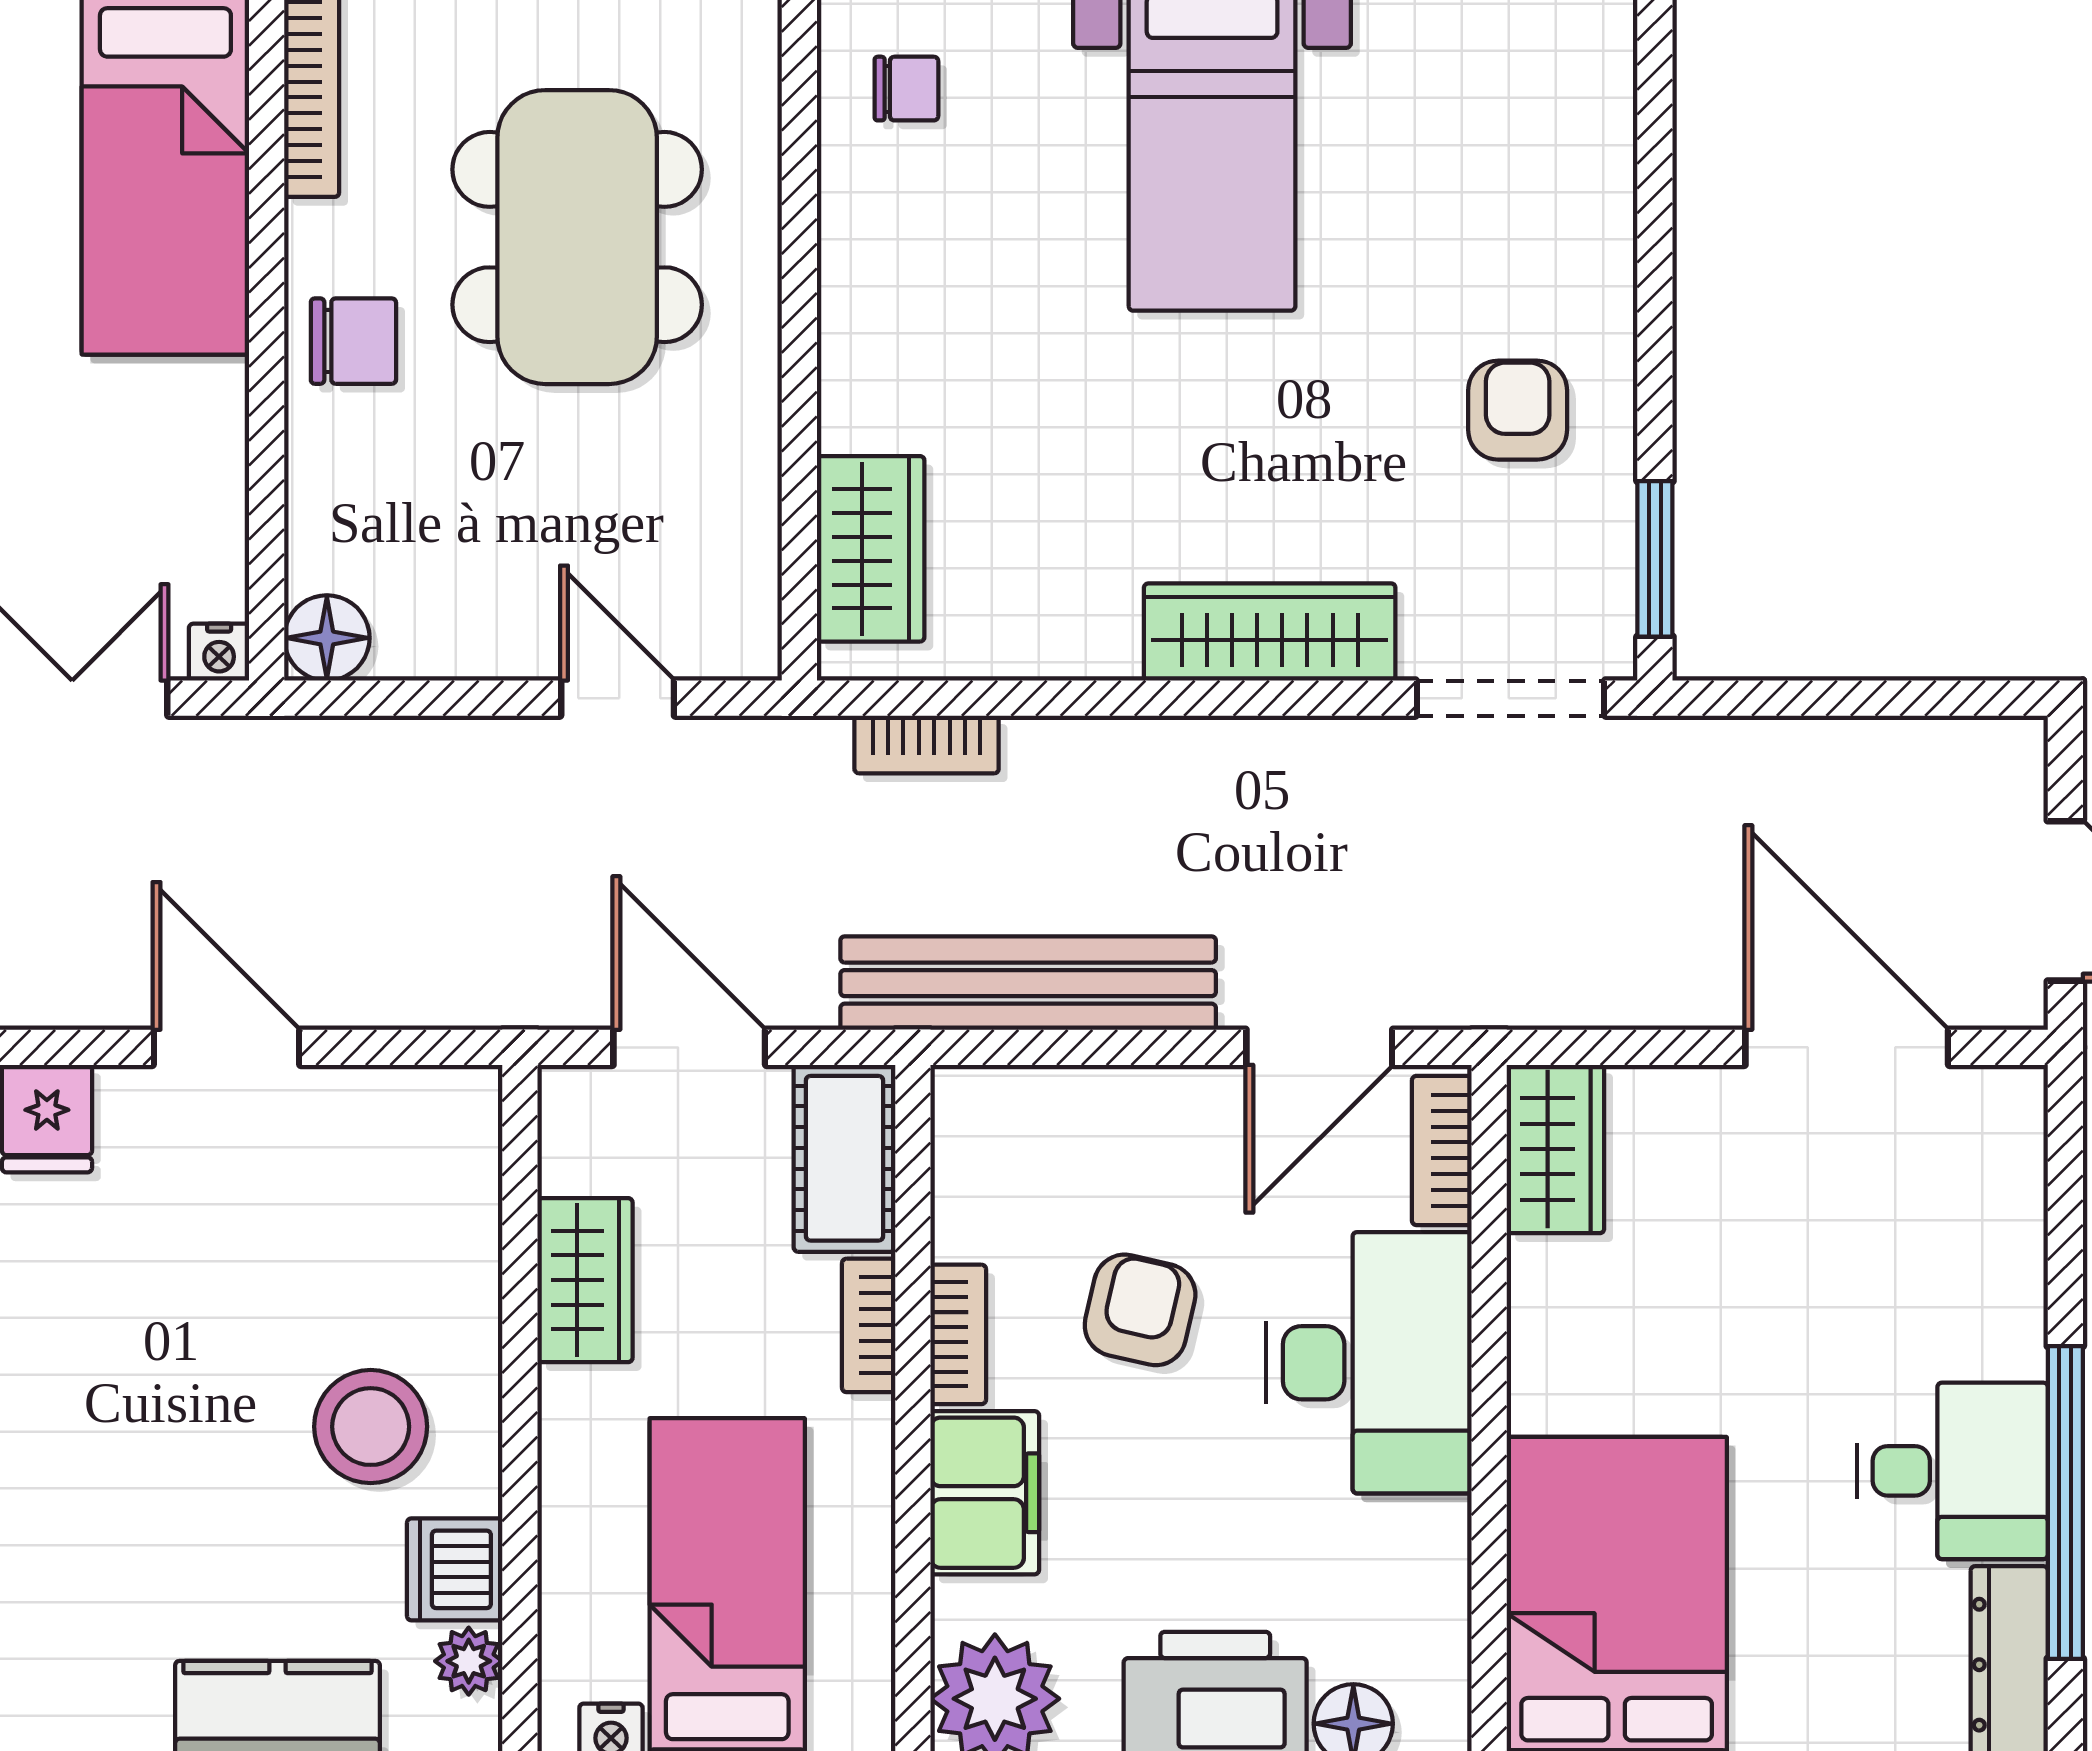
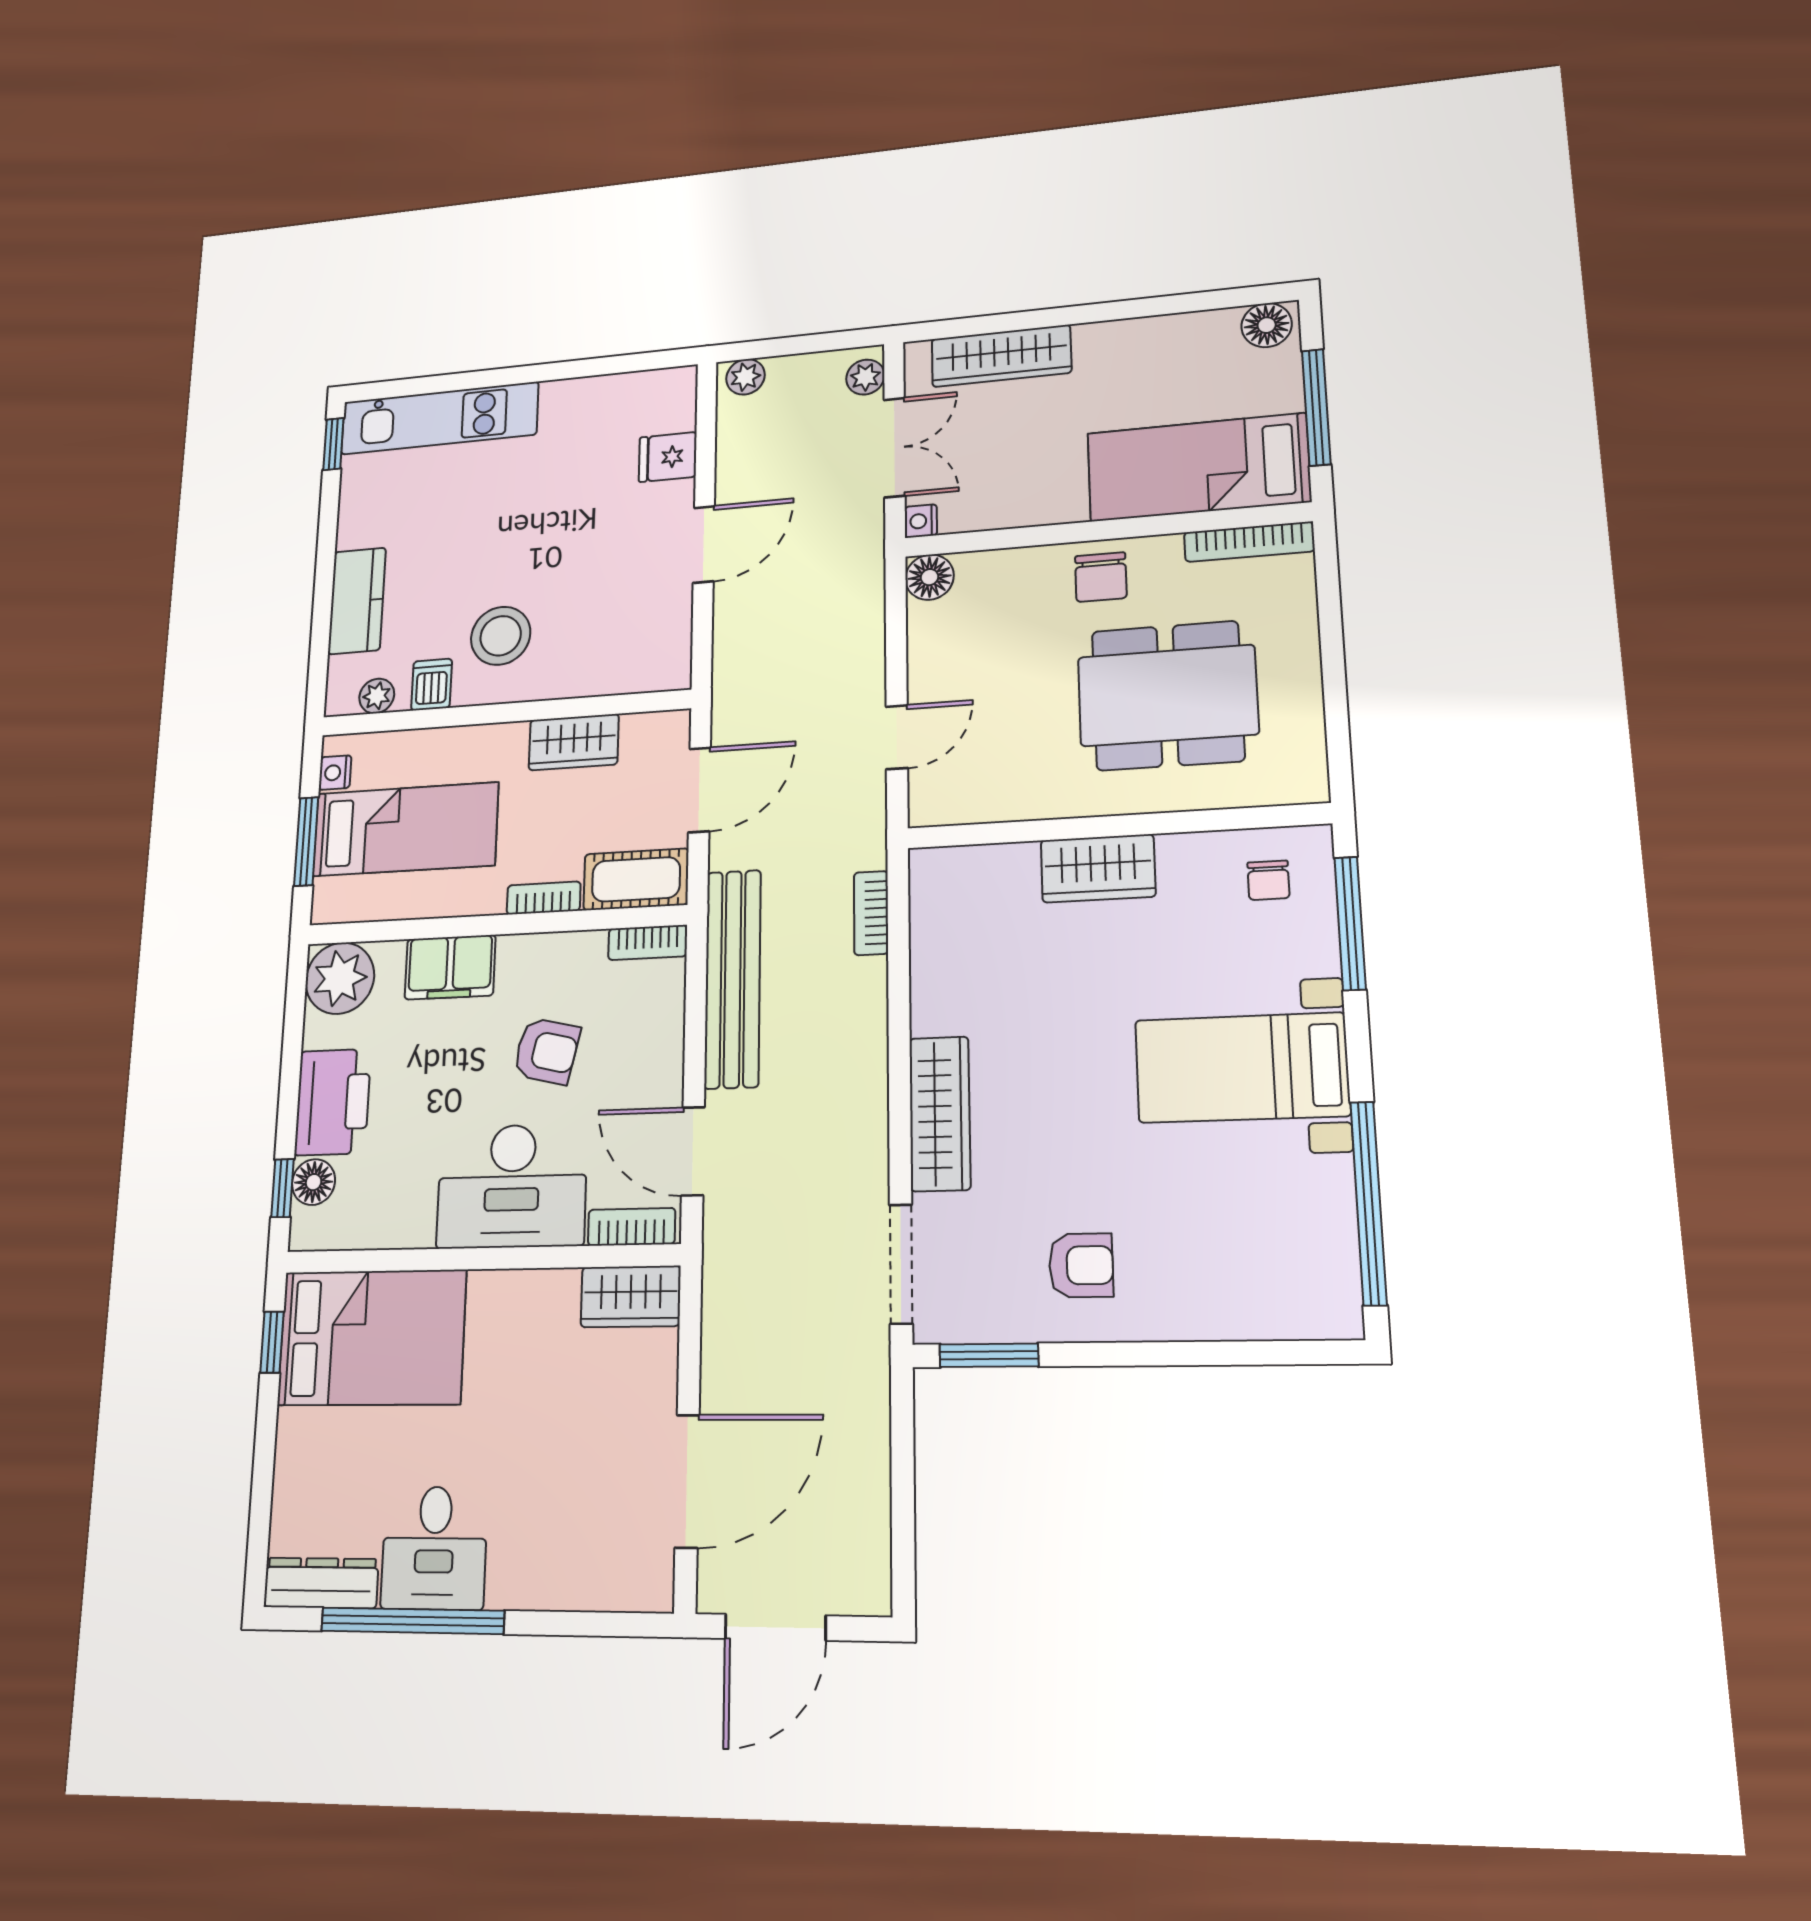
wardrobe: (871, 549) -> (1098, 868), moved
bookcase: (958, 1334) -> (648, 943), moved
dishwasher: (455, 1569) -> (432, 684), width x0.73

